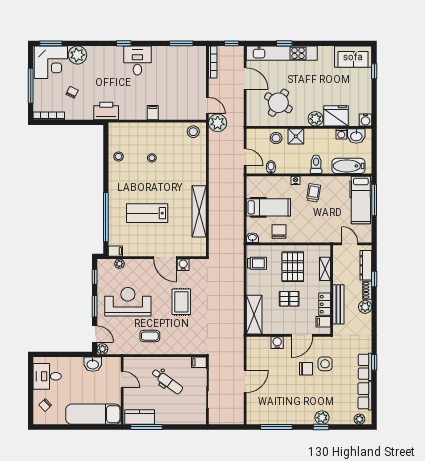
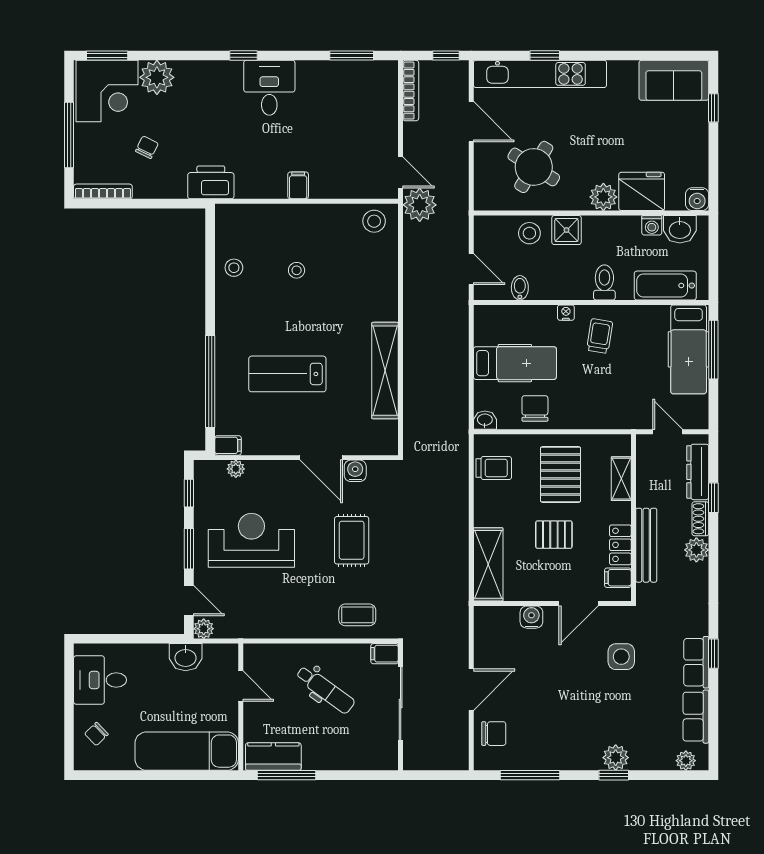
coffee table: (150, 336) -> (357, 615), moved
chair: (306, 369) -> (494, 734), moved

